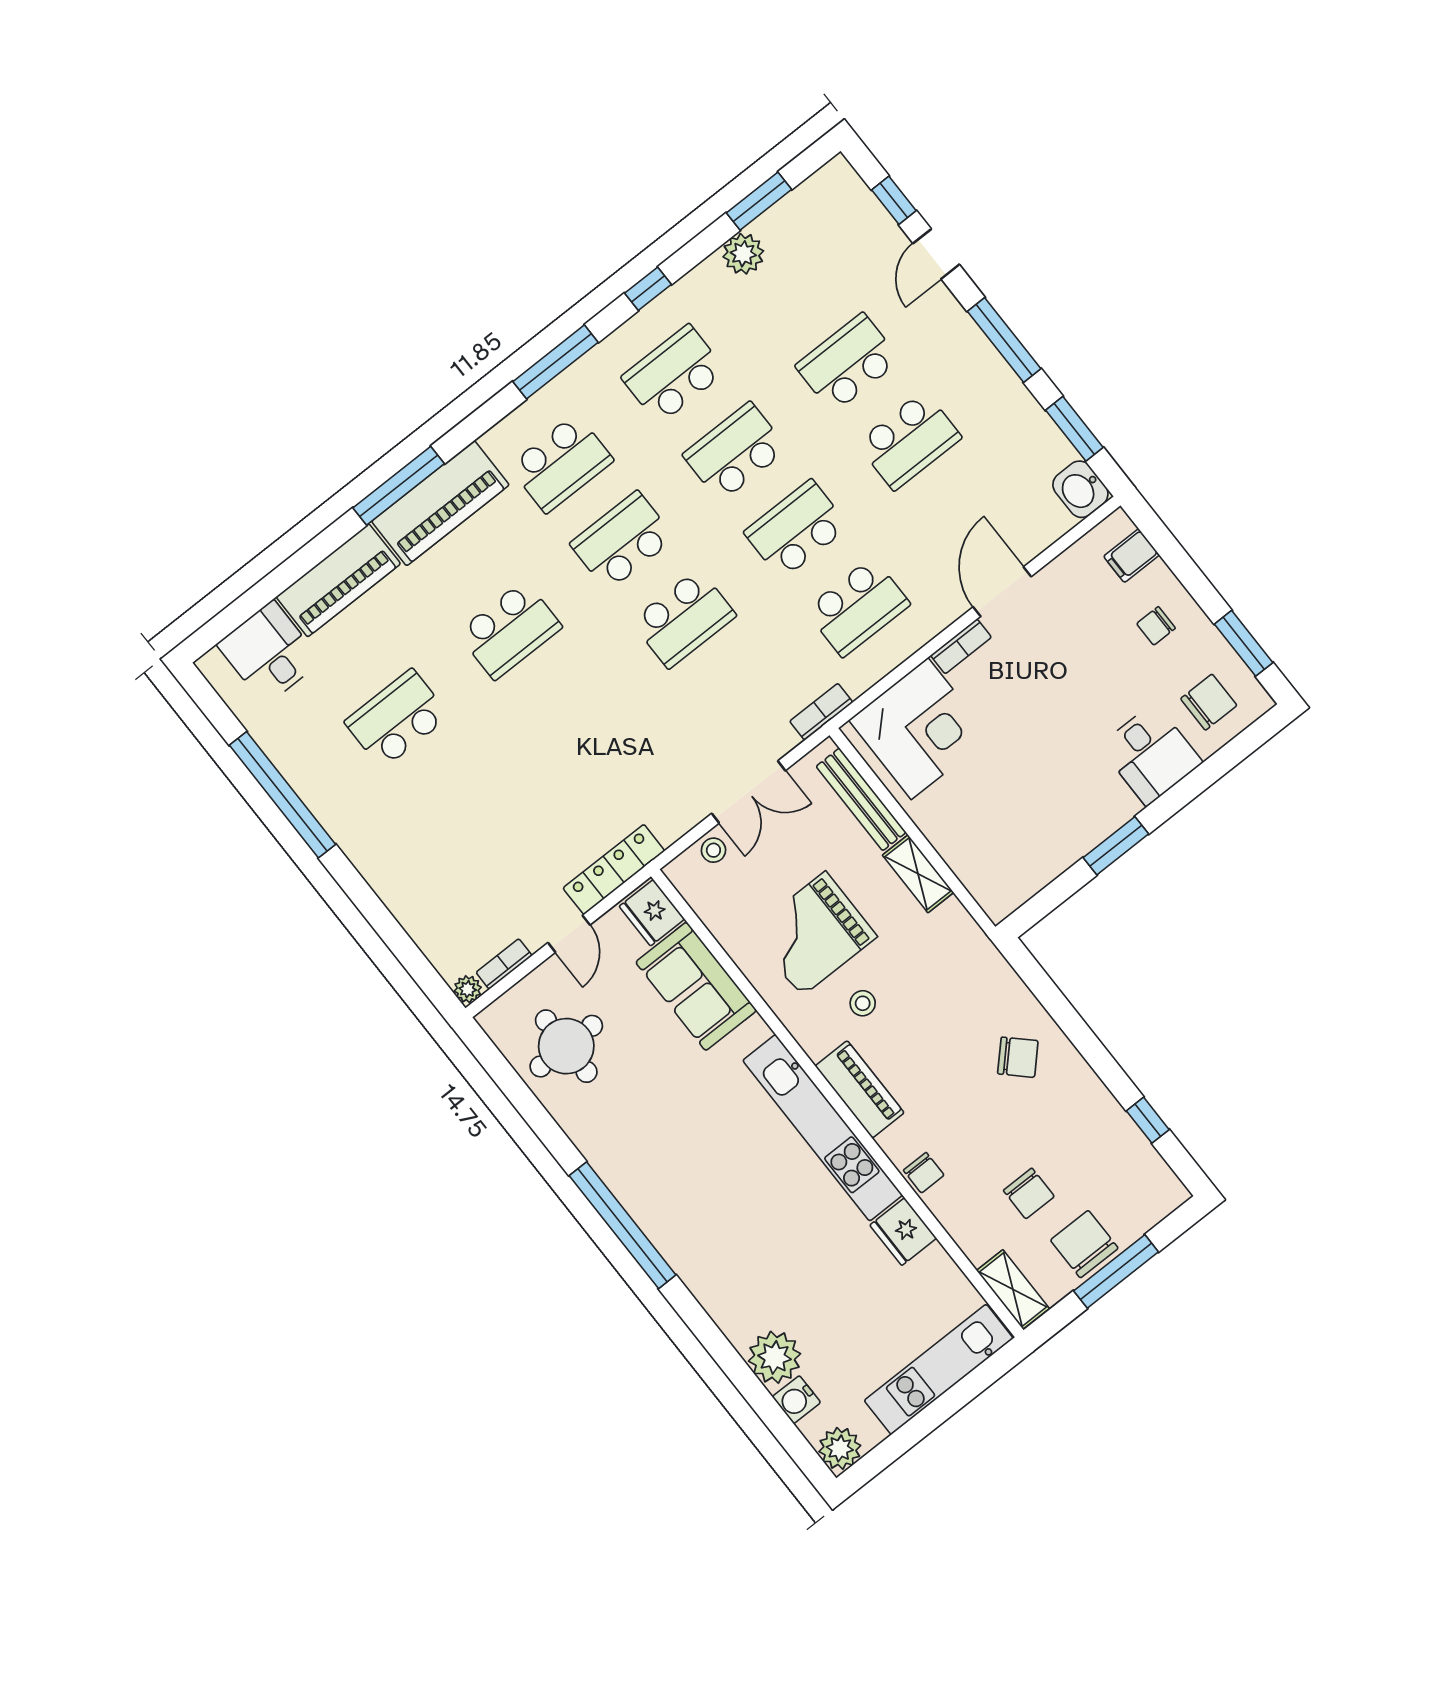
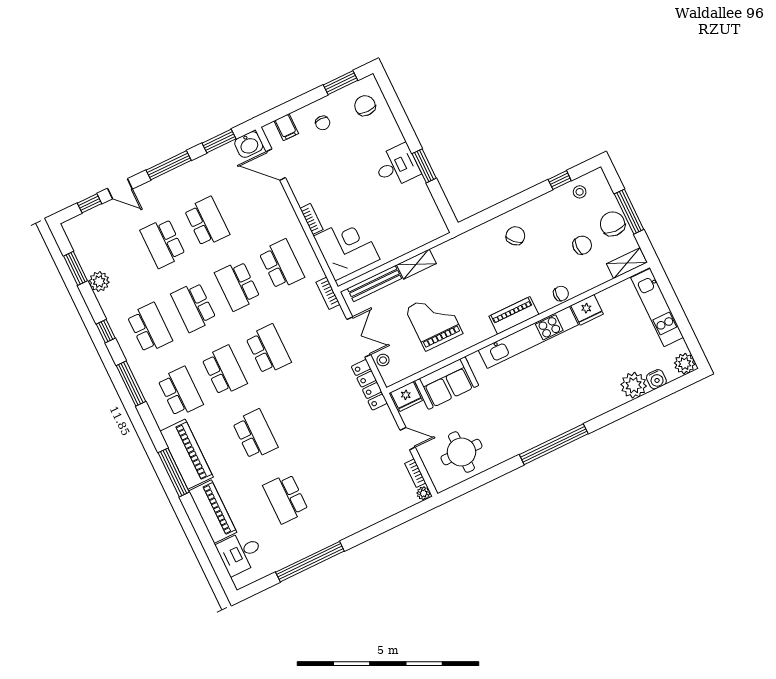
school desk: (674, 374) -> (150, 328), turned 180
school desk: (622, 541) -> (224, 371), turned 180
door: (1002, 592) -> (276, 165), moved
desk: (1151, 754) -> (397, 166), moved
locker: (614, 869) -> (369, 385), moved
grand piano: (813, 934) -> (434, 321), turned 180
stool: (863, 1003) -> (580, 192), moved
chair: (1084, 1244) -> (613, 224), turned 93

